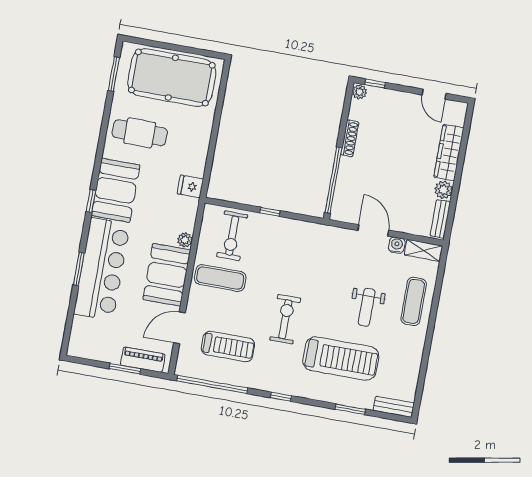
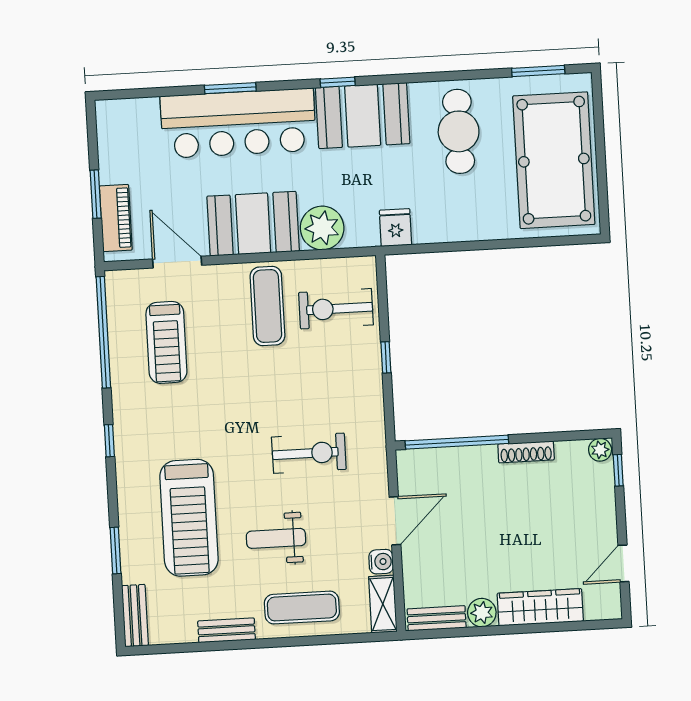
plant: (185, 240) -> (322, 228), width x1.88, depth x1.88
exercise bike: (285, 319) -> (309, 453), moved
bench: (417, 352) -> (227, 630), added

